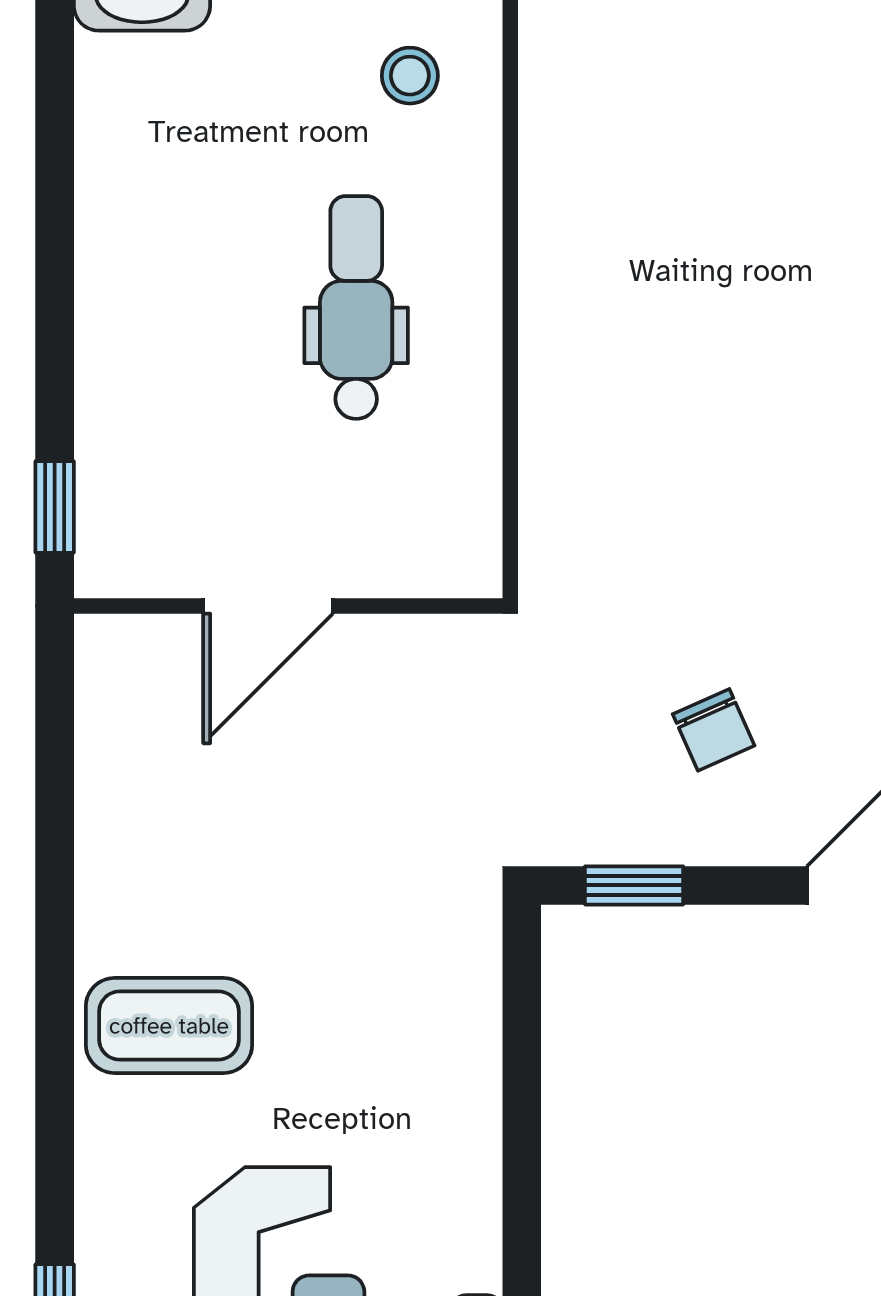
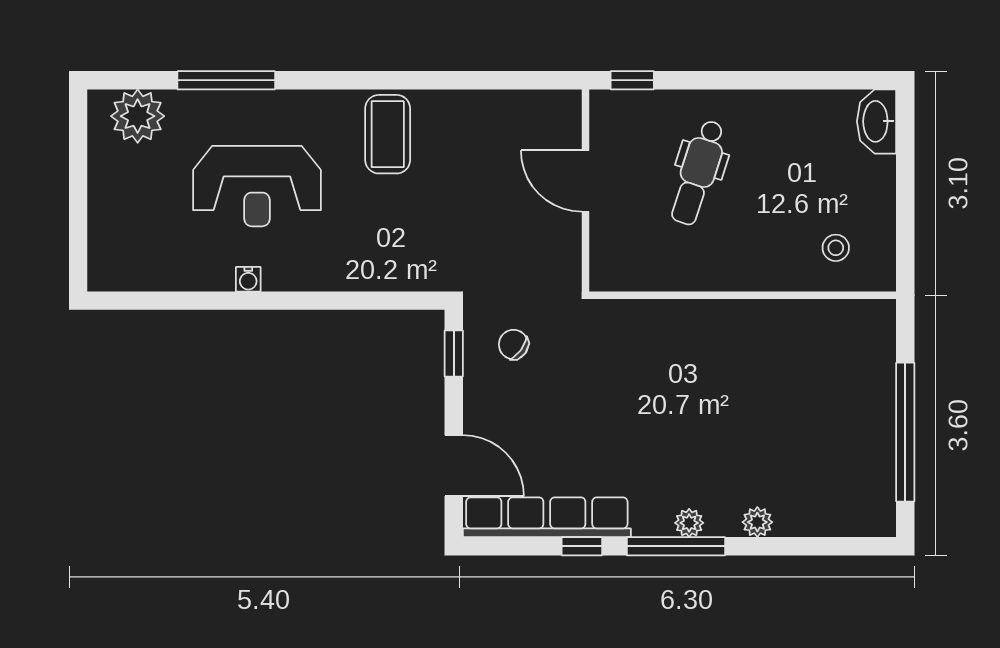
dental chair: (356, 308) -> (698, 172), moved, turned 108
chair: (714, 730) -> (513, 344), moved, turned 60

